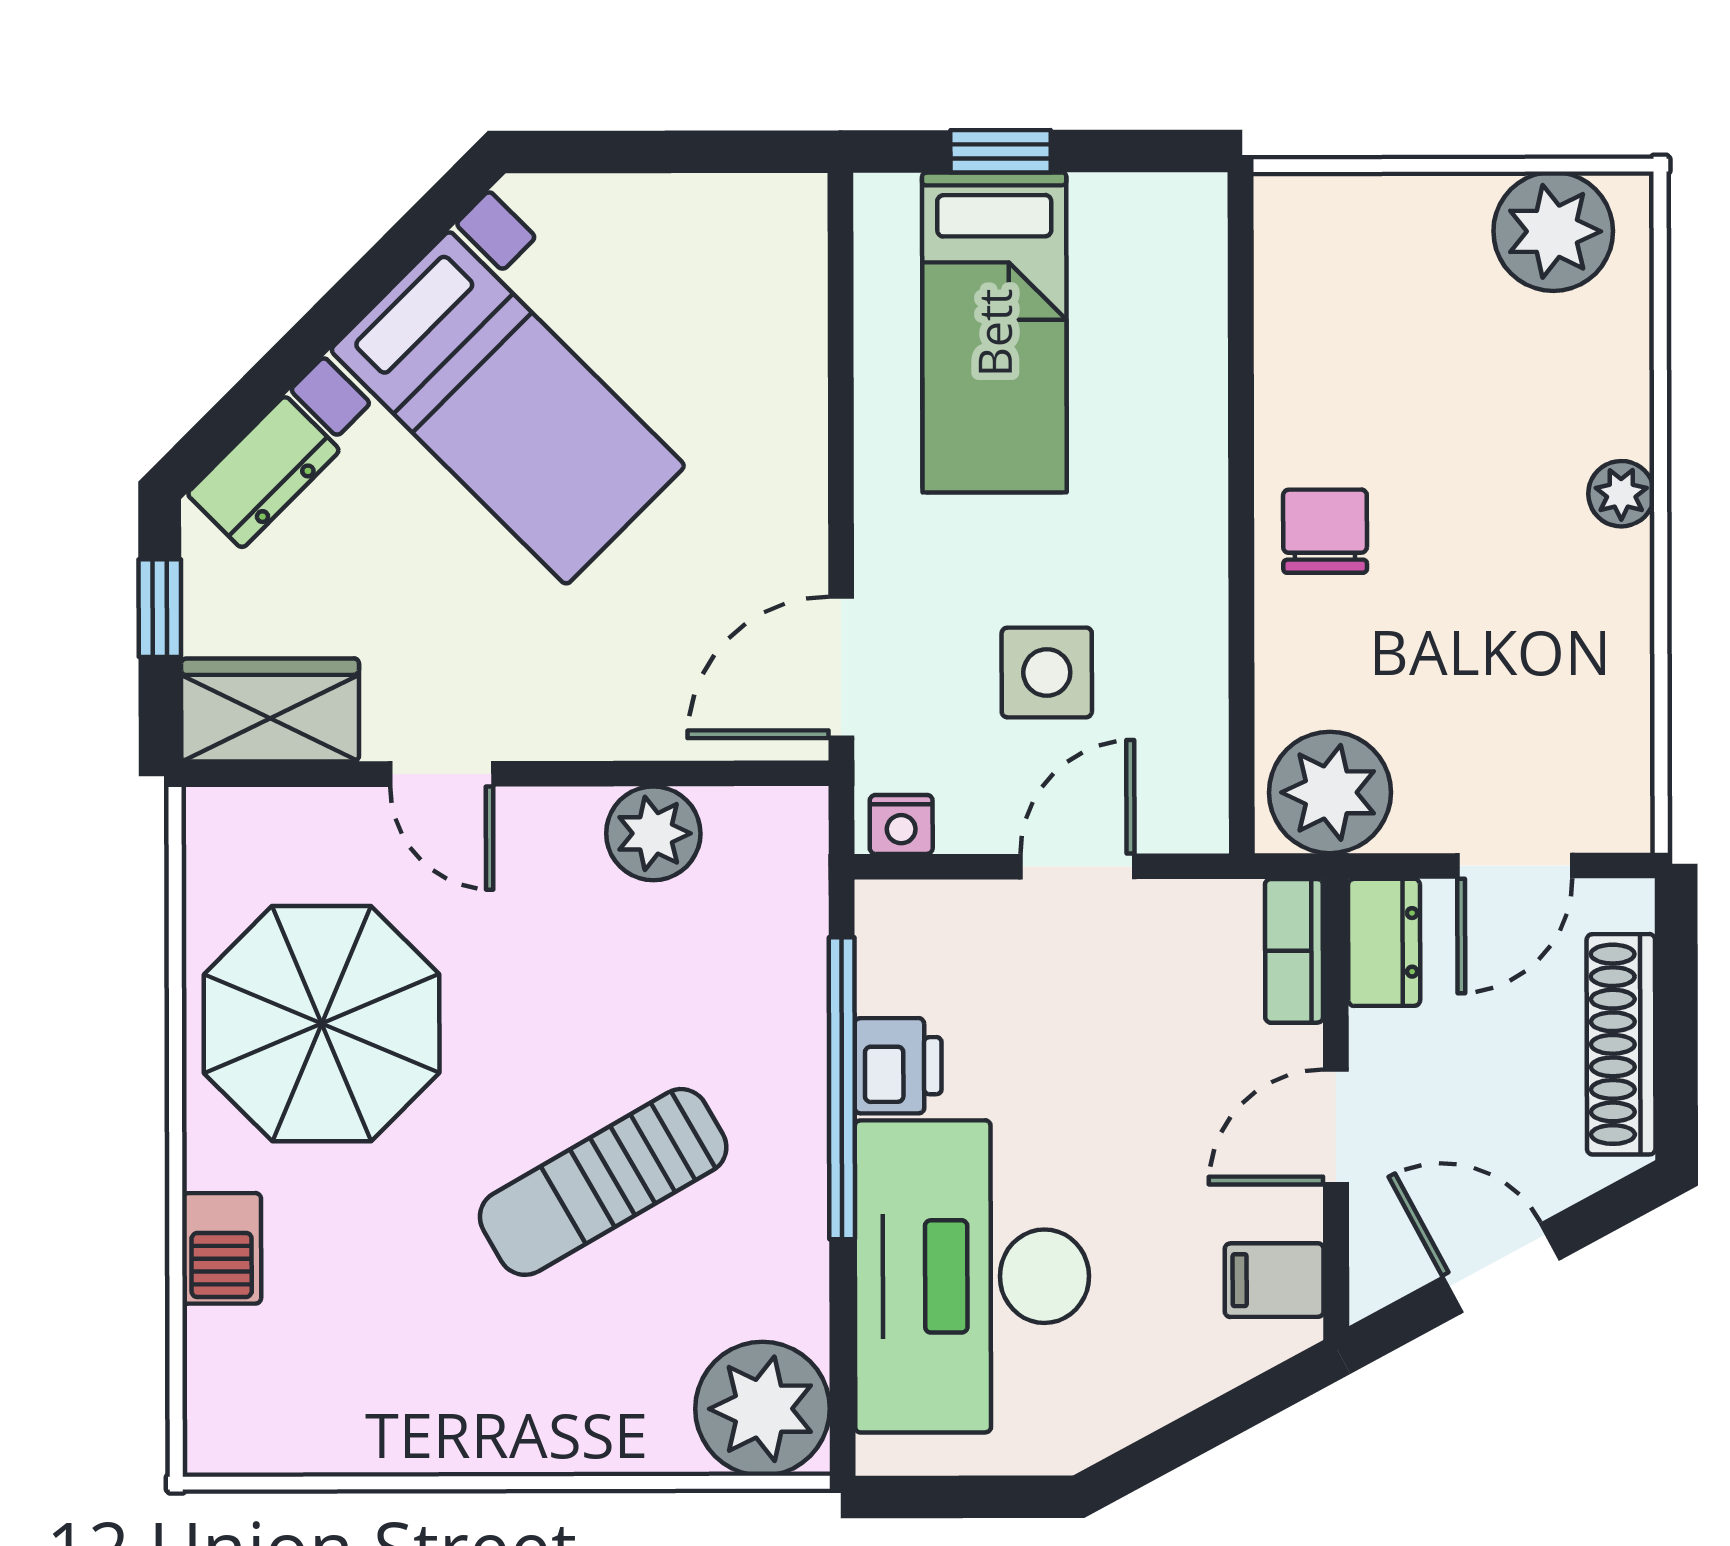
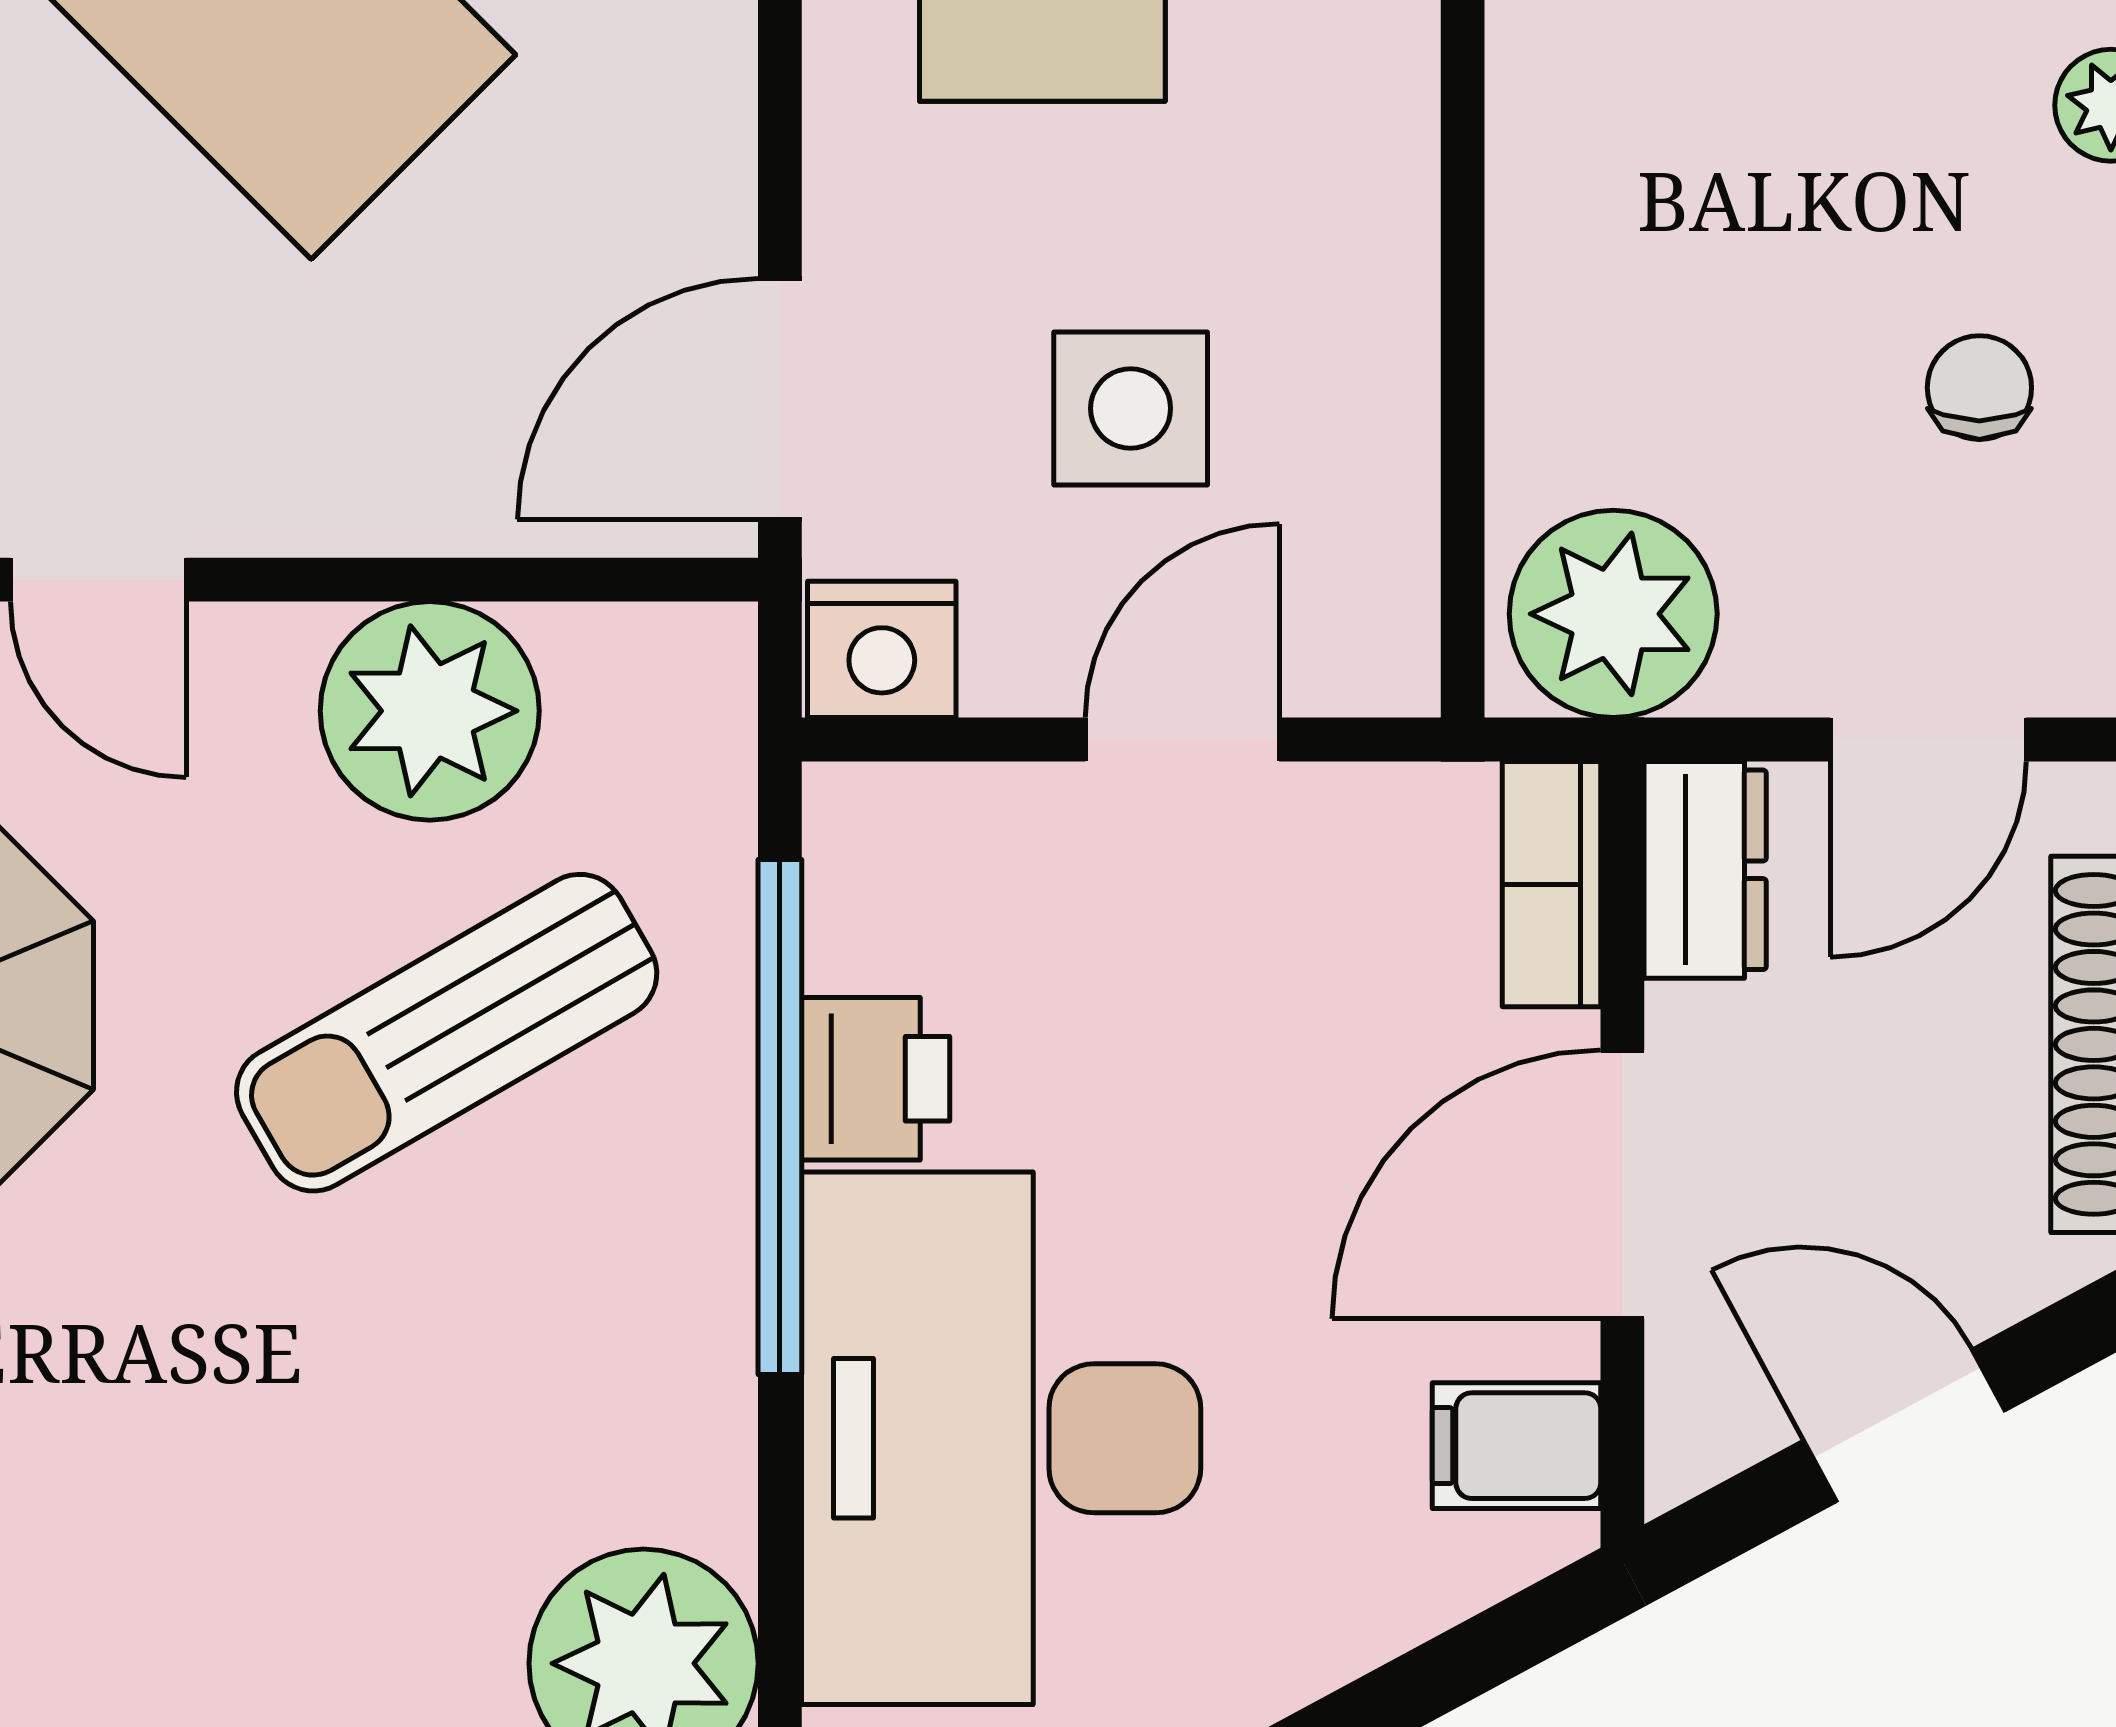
chair: (1325, 531) -> (1979, 388), moved, width x0.73, depth x0.73
nightstand: (901, 824) -> (882, 649), width x1.39, depth x1.35
plant: (653, 833) -> (430, 711), width x1.36, depth x1.36
door: (1336, 1127) -> (1622, 1185), width x1.38
sun lounger: (603, 1182) -> (447, 1033), moved

